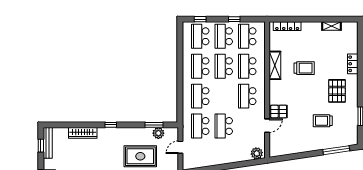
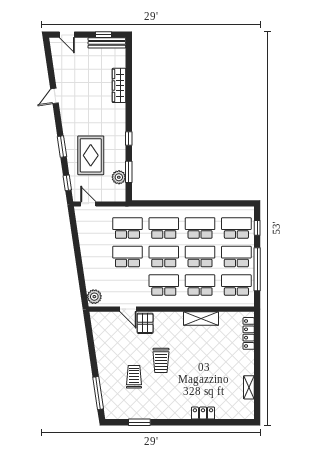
window: (234, 19) -> (257, 269), width x3.17
trolley: (304, 68) -> (161, 360), moved
pallet: (337, 91) -> (170, 394), removed
school desk: (224, 96) -> (164, 257), added
window: (111, 125) -> (129, 138), moved
door: (180, 147) -> (88, 204), moved

